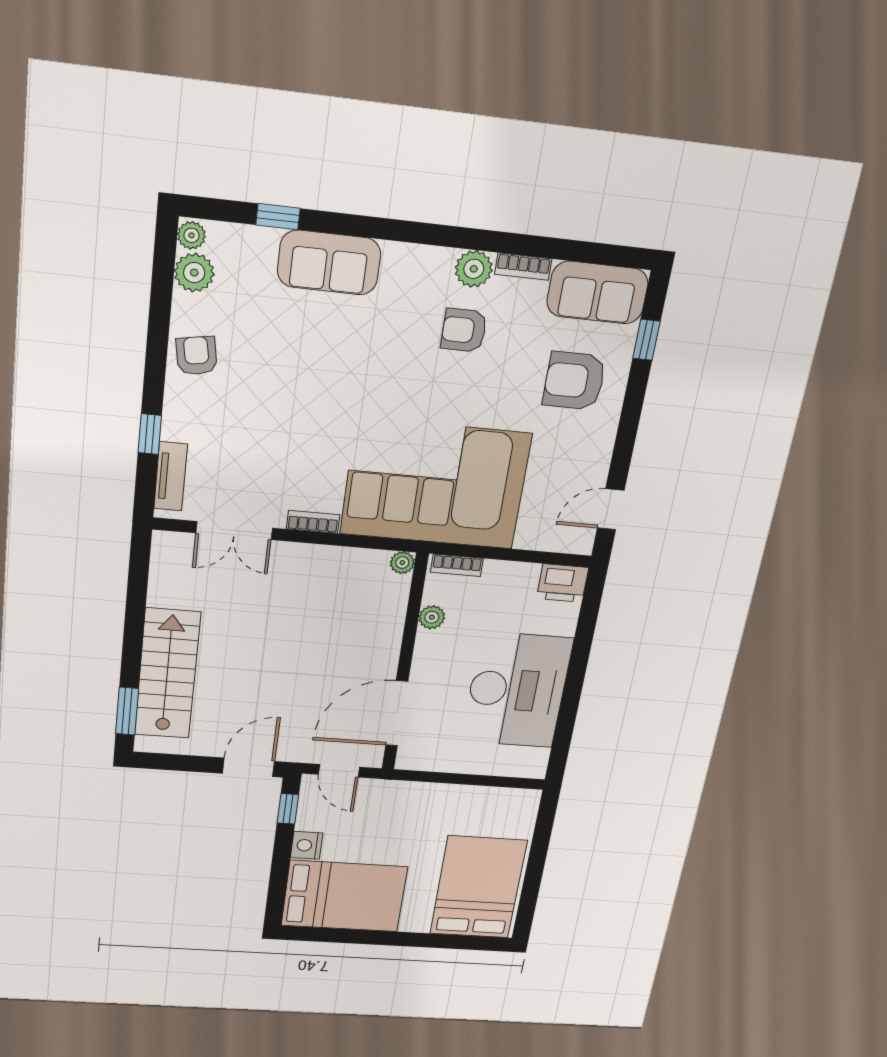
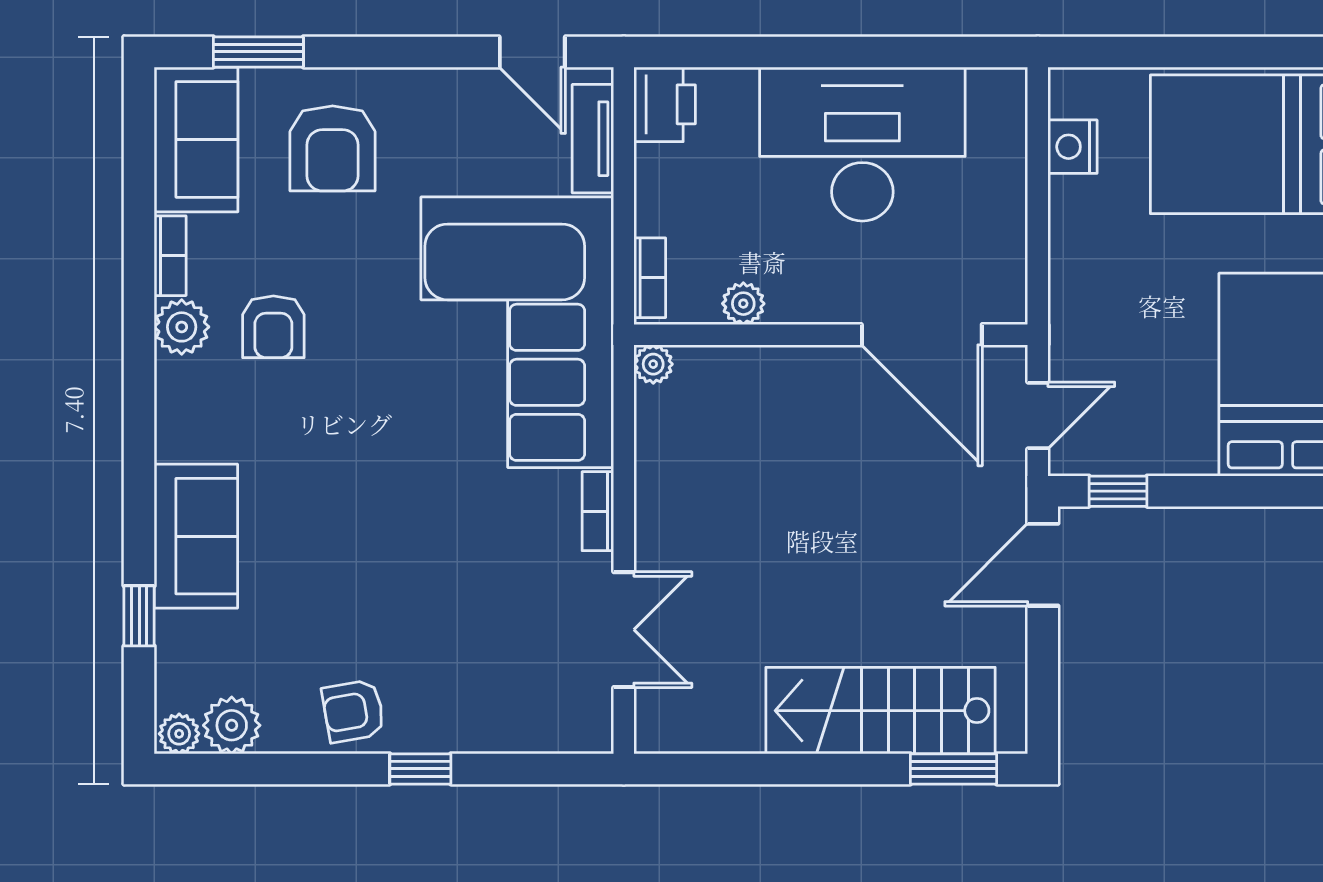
window: (646, 340) -> (258, 52), width x1.50
window: (150, 434) -> (420, 769), moved
tv unit: (171, 476) -> (593, 139), moved, turned -90
door: (249, 767) -> (1043, 565), hinge flipped
nightstand: (307, 845) -> (1072, 147), moved, turned 90

